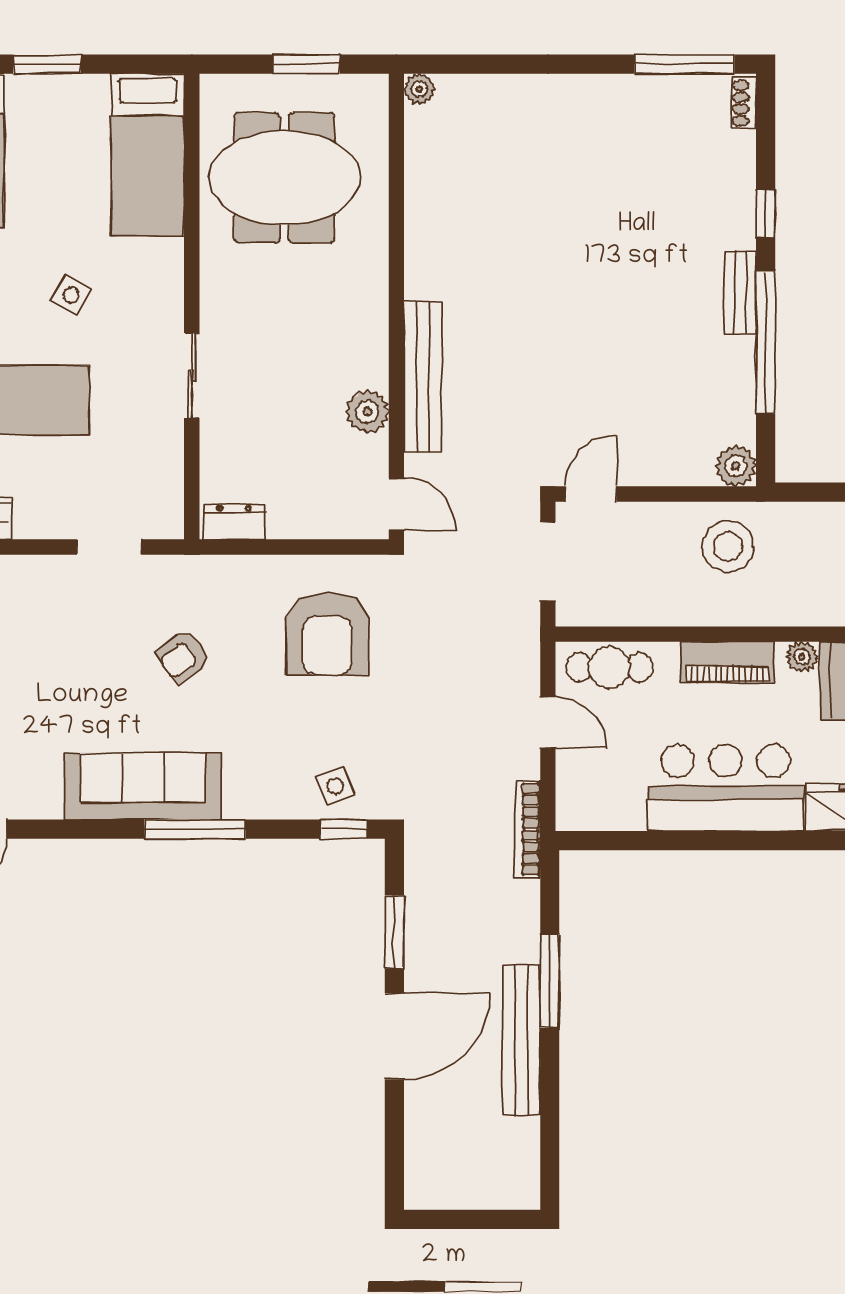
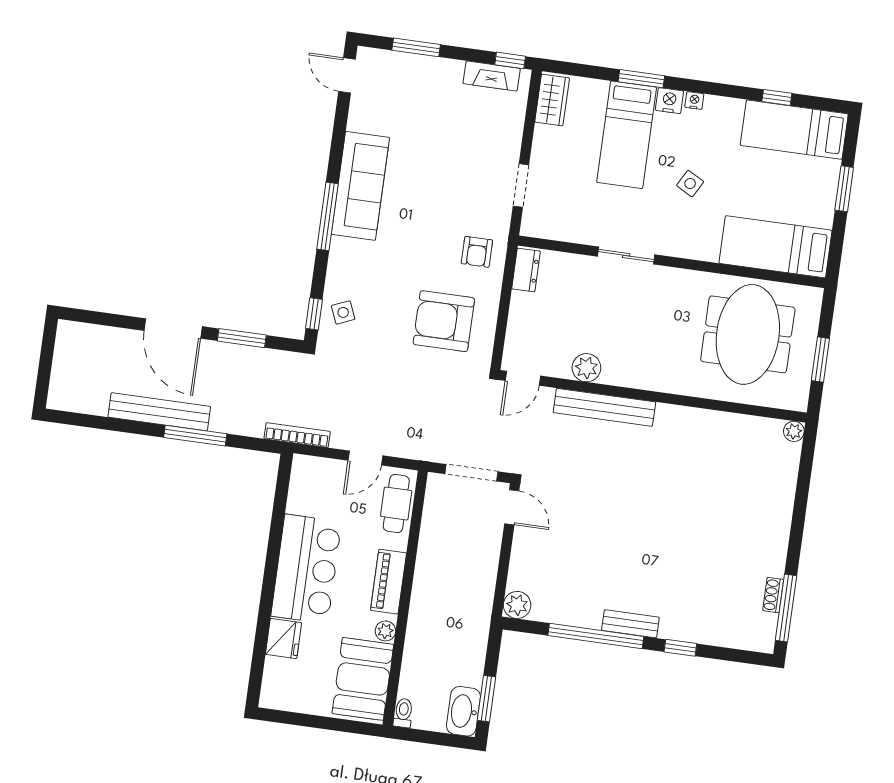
shoe rack: (744, 103) -> (773, 595), moved, turned -90
stool: (728, 547) -> (465, 593), removed
armchair: (183, 657) -> (477, 252), moved, turned -145

